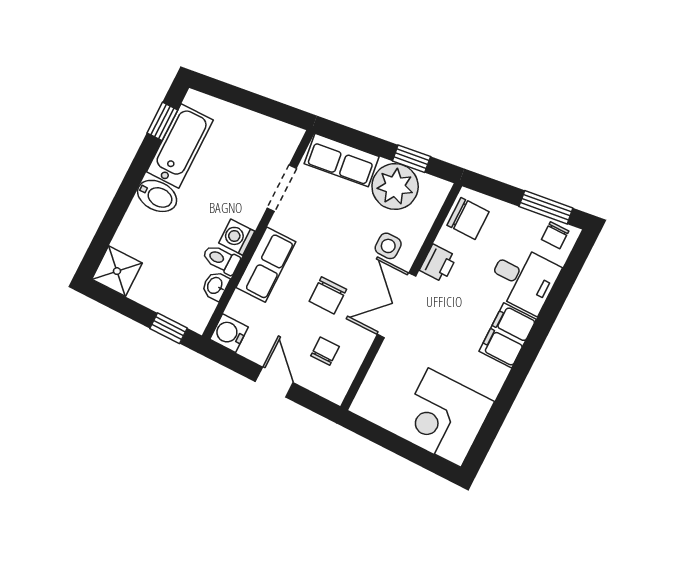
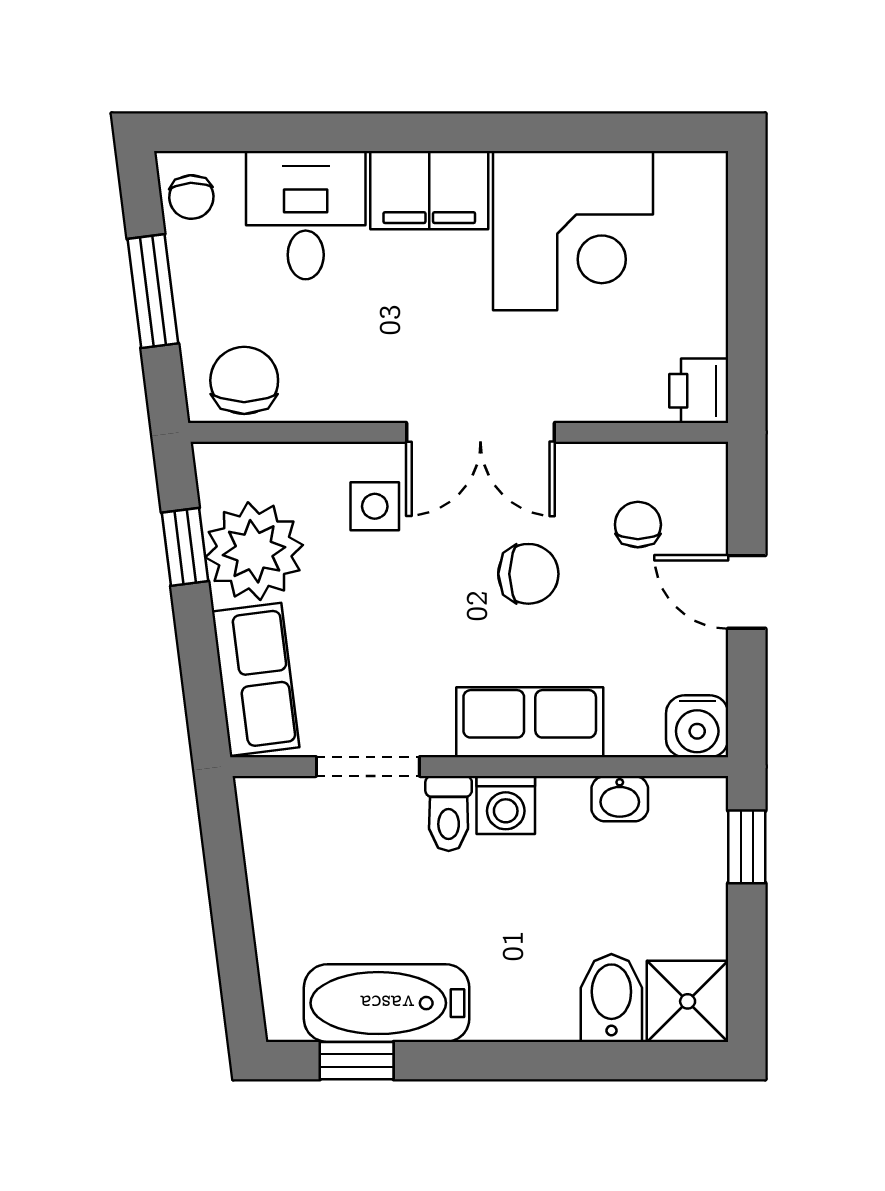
bidet: (157, 196) -> (611, 998), moved
window: (546, 207) -> (153, 291), moved
chair: (555, 235) -> (191, 197), turned 87
toilet: (221, 259) -> (449, 814), moved
printer: (438, 263) -> (699, 391), moved, turned -90
chair: (325, 351) -> (638, 525), turned 90
door: (274, 382) -> (747, 592), hinge flipped
corner desk: (445, 418) -> (573, 231), moved

